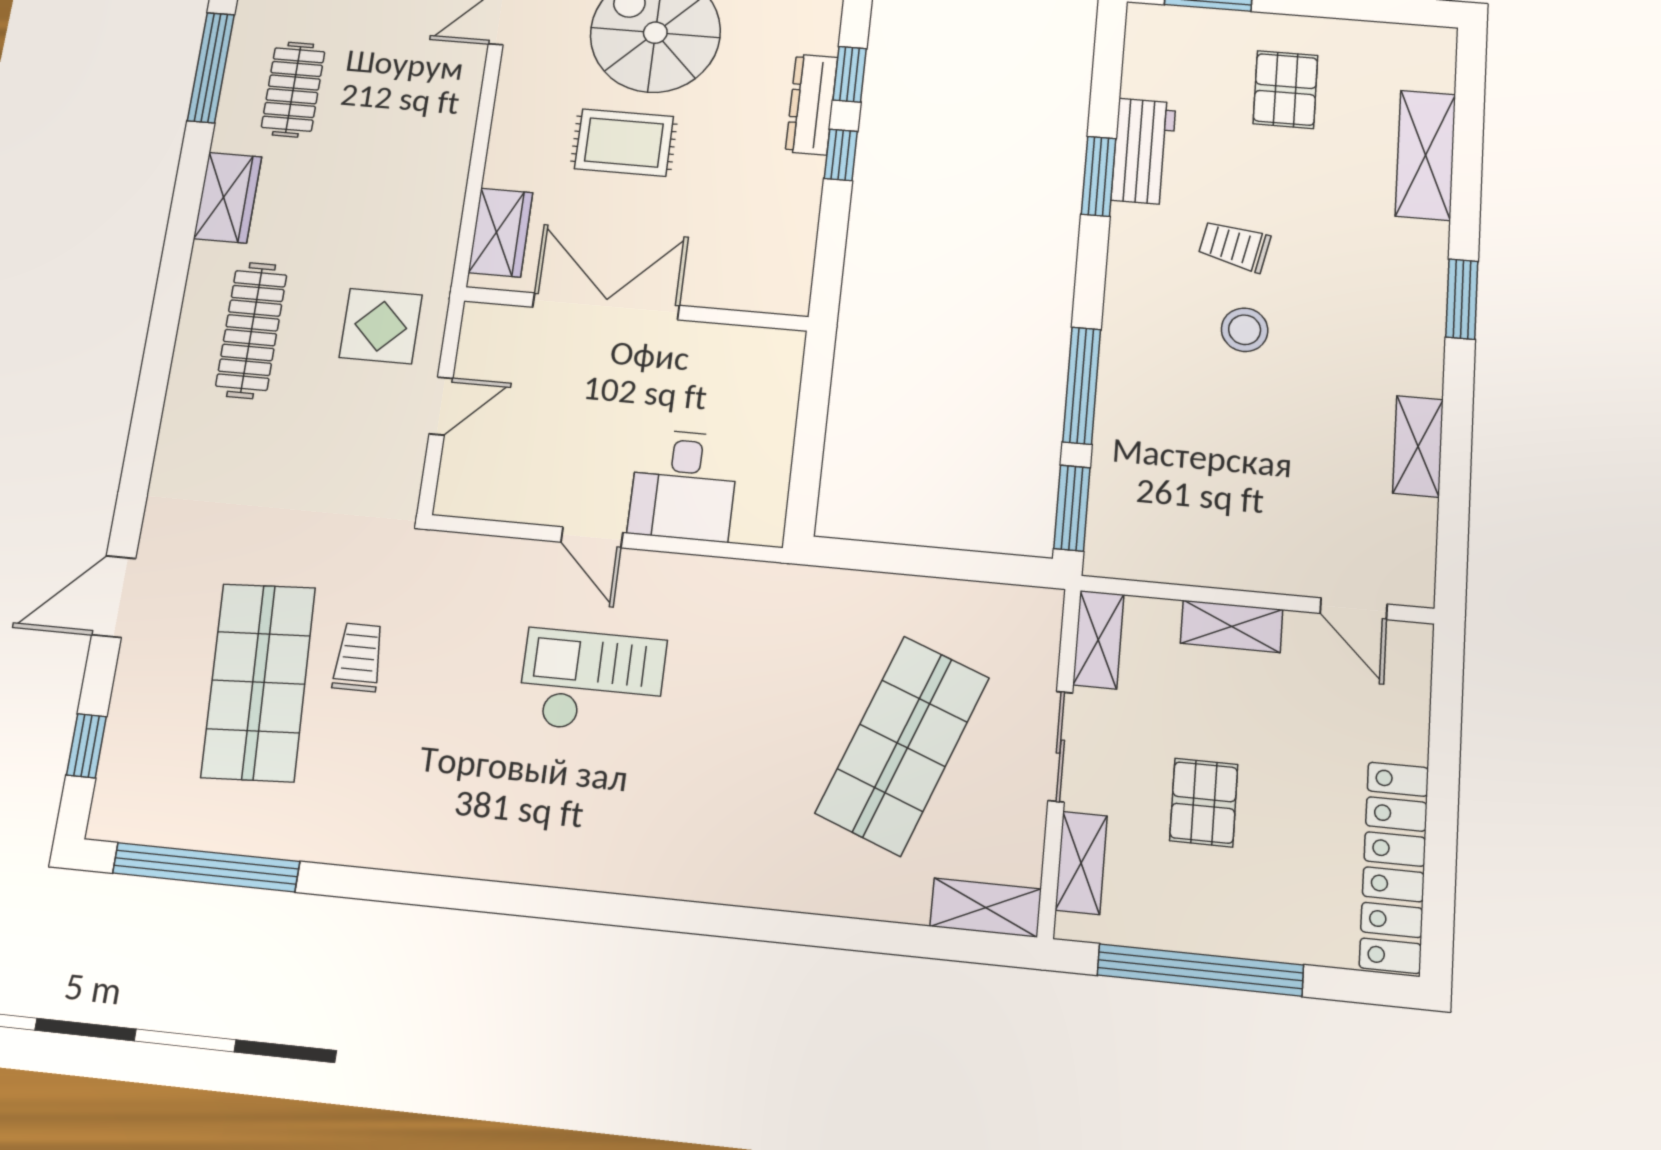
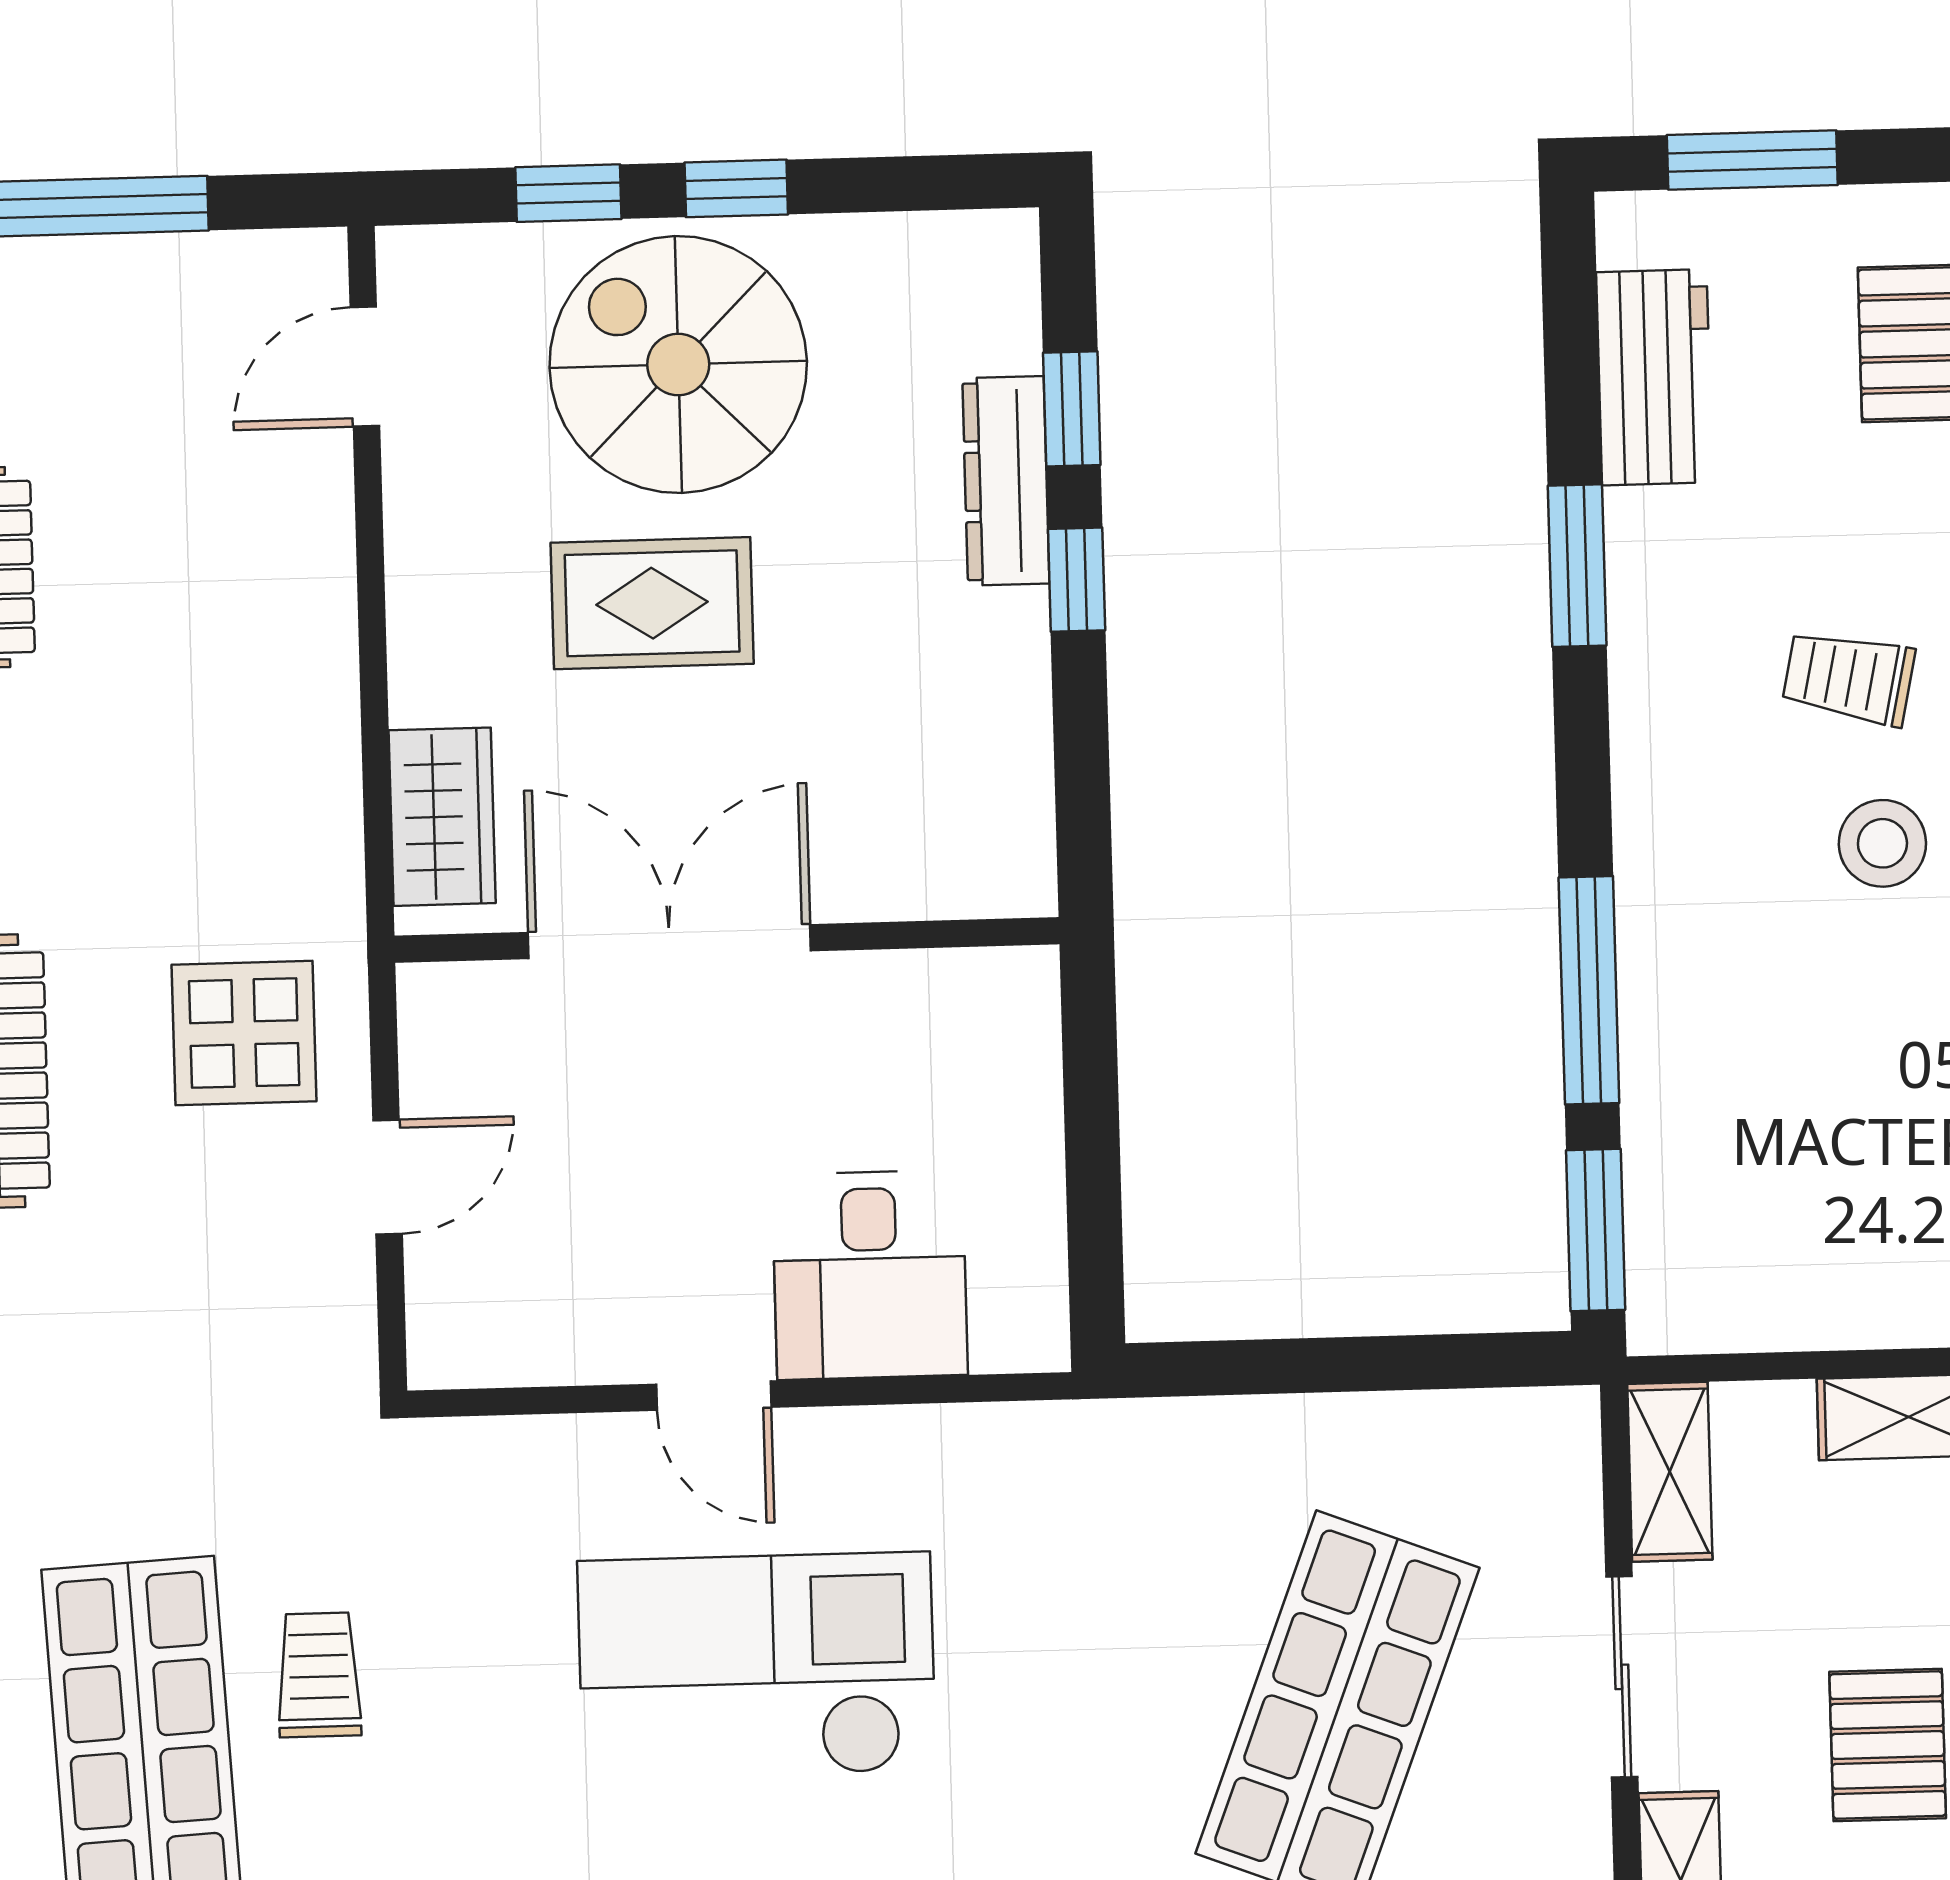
workbench: (1144, 151) -> (1654, 377), moved
checkout: (592, 682) -> (757, 1666), width x1.36, depth x1.21

